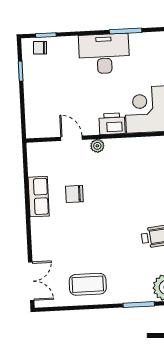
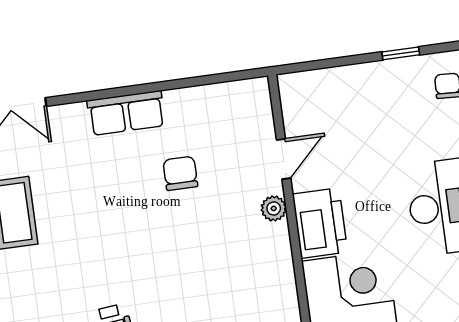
printer: (112, 124) -> (320, 223), width x1.37, depth x1.19
row of seats: (39, 197) -> (126, 113), moved

